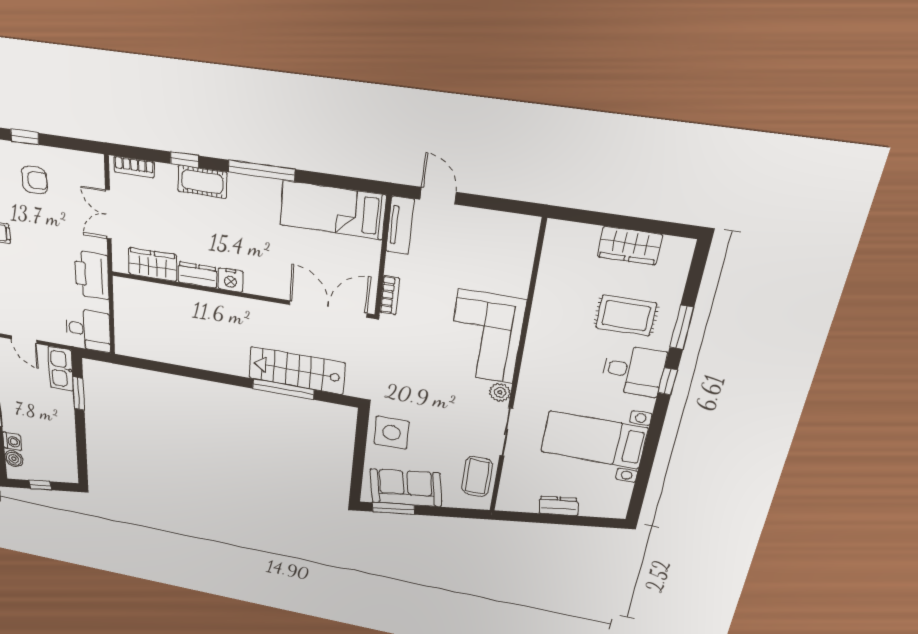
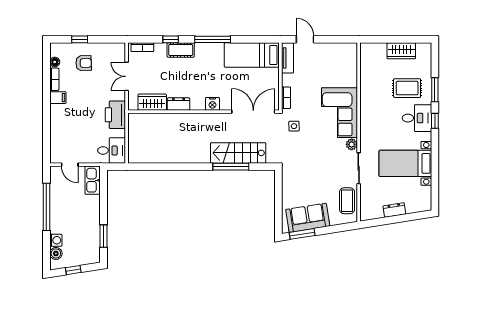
nightstand: (231, 280) -> (212, 104), moved
window: (79, 394) -> (103, 236), moved
side table: (391, 433) -> (294, 126), moved, width x0.54, depth x0.54

